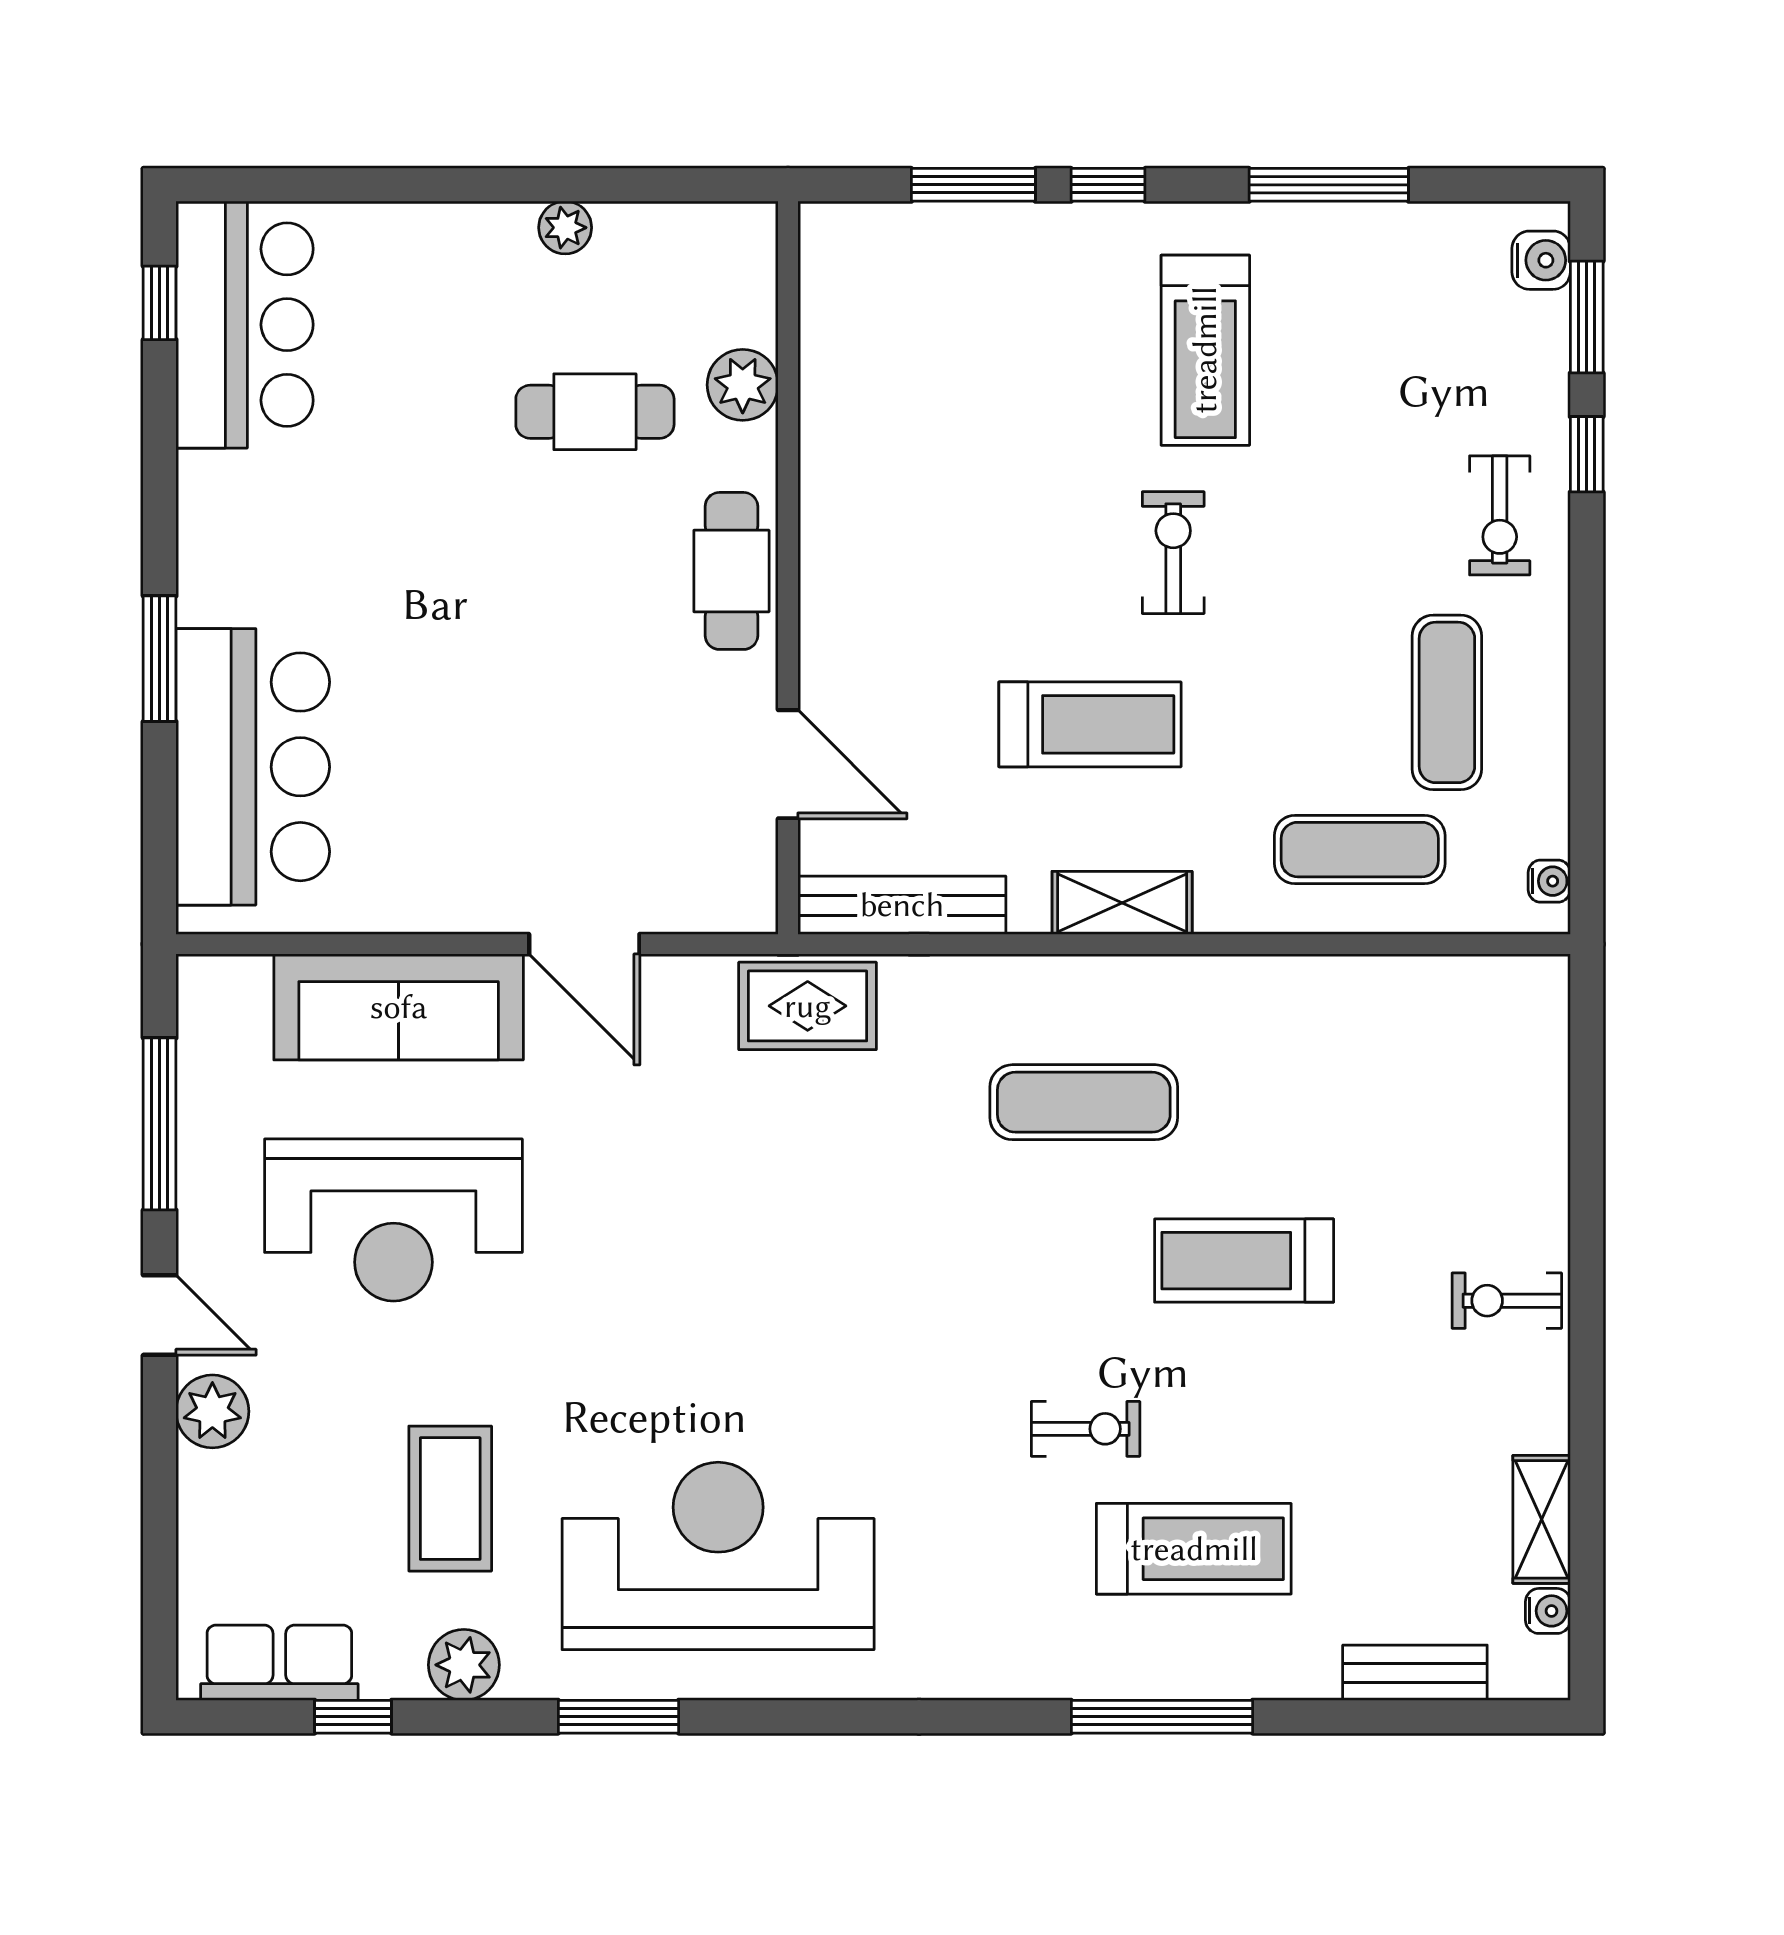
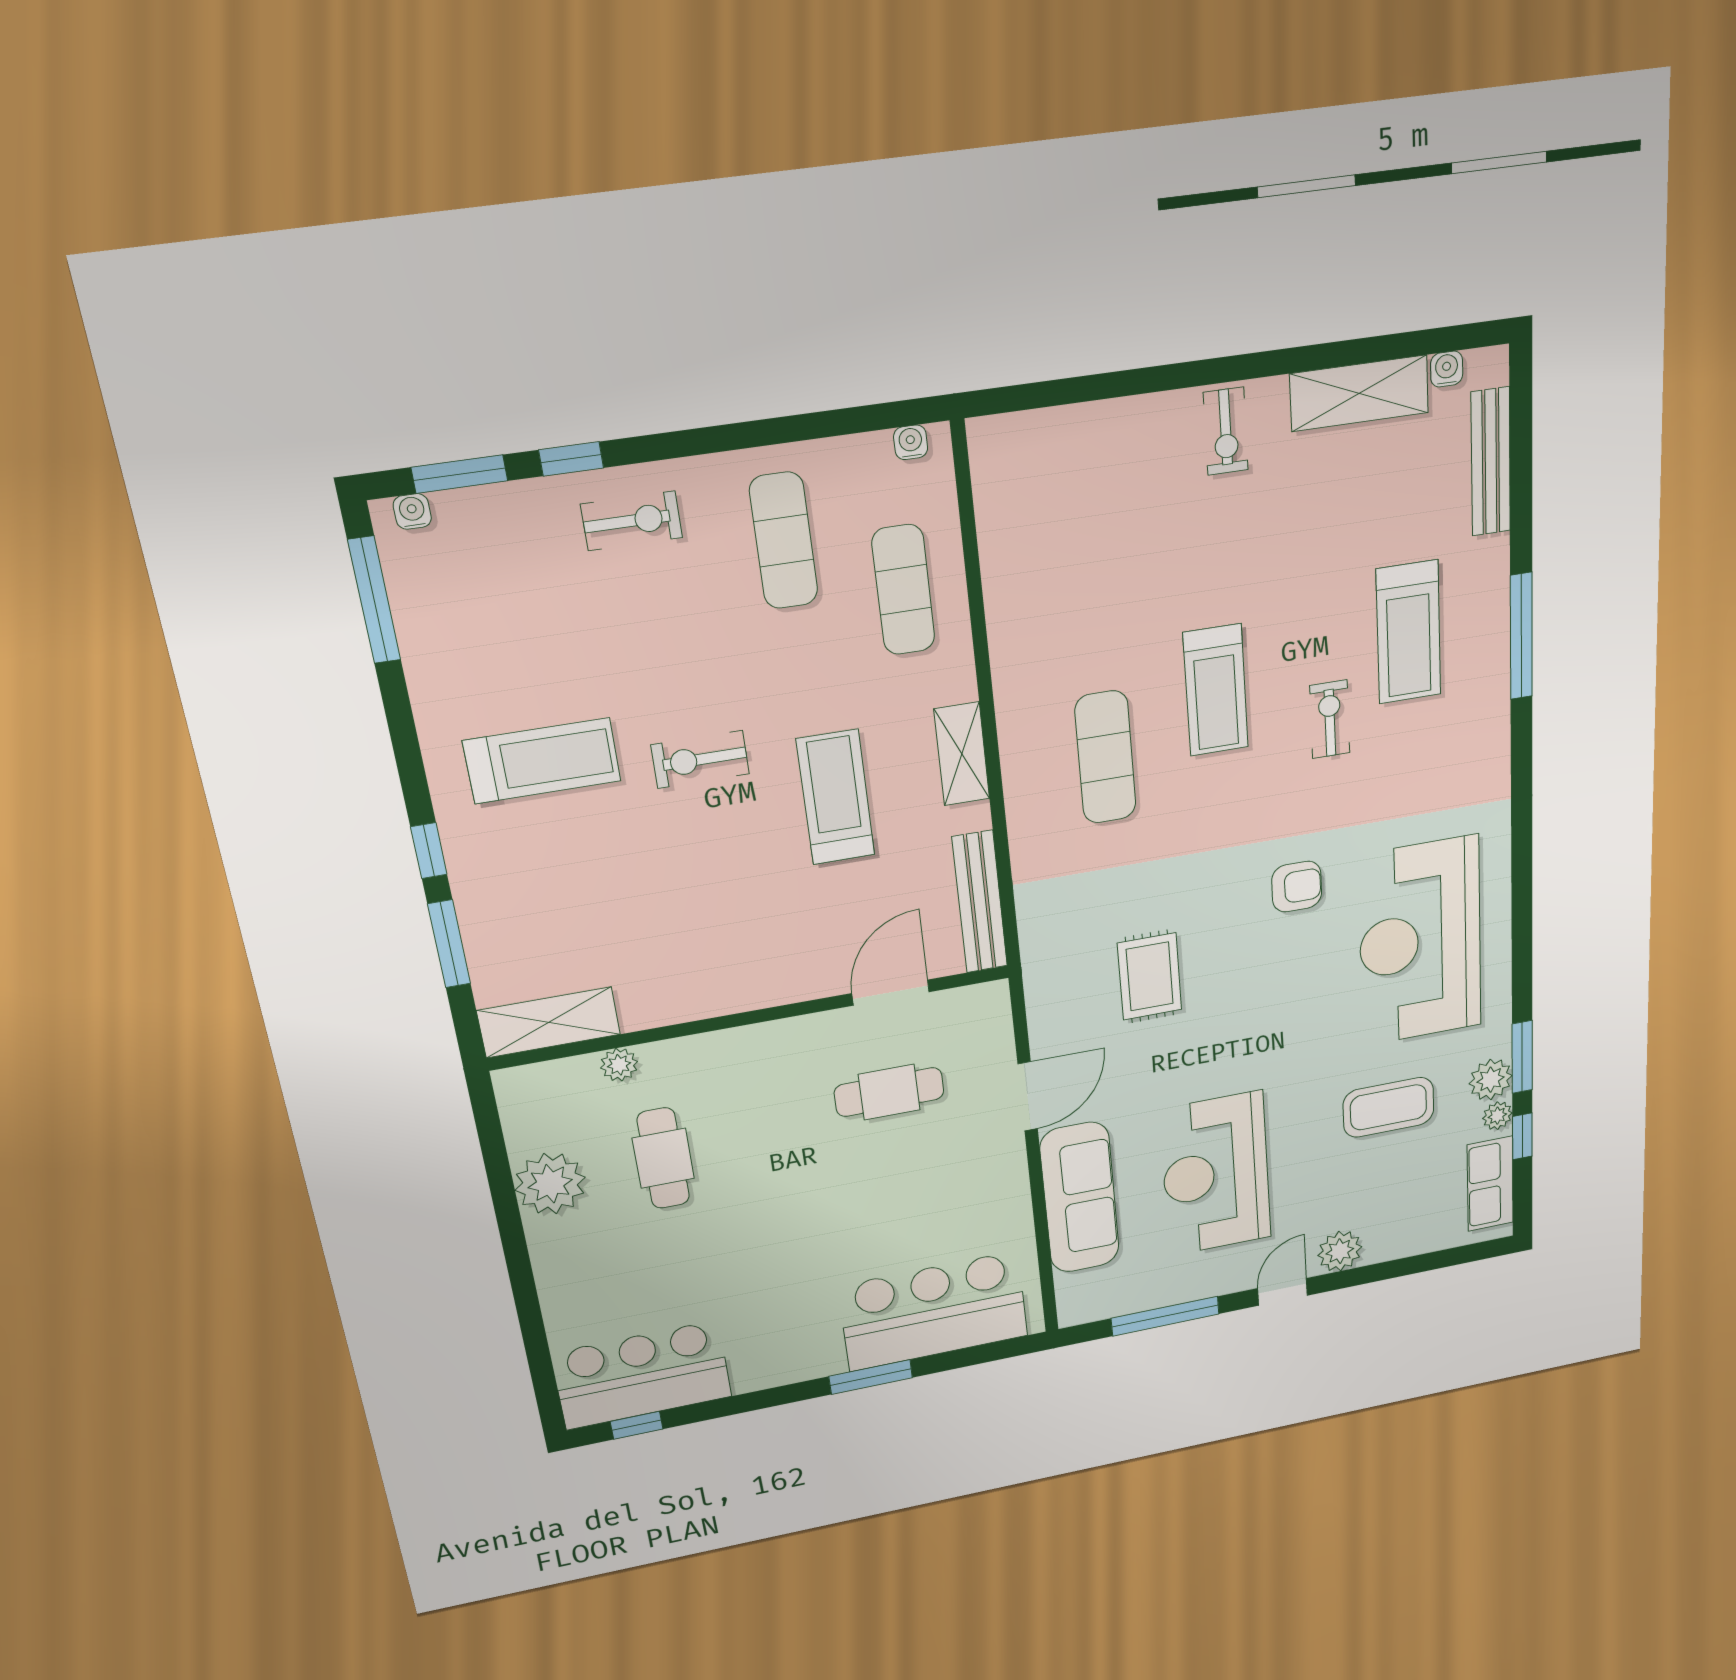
window: (1329, 185) -> (374, 600), moved
plant: (565, 228) -> (550, 1184), width x1.88, depth x1.88
water cooler: (1541, 260) -> (412, 511), width x0.72, depth x0.72
shelving: (834, 293) -> (549, 1022), added
plant: (743, 385) -> (619, 1065), width x0.73, depth x0.73
cafe table: (731, 571) -> (889, 1092), moved
exercise mat: (1447, 702) -> (784, 541), turned 90
rug: (808, 1006) -> (1150, 976), moved
reception desk: (393, 1220) -> (1216, 1174), turned 180
treadmill: (1244, 1261) -> (1216, 690), moved
armchair: (840, 1369) -> (1297, 887), added
shelving: (1542, 1519) -> (1359, 393), width x1.50, depth x1.33
treadmill: (1194, 1549) -> (1409, 632), turned 180
bench: (1415, 1673) -> (1491, 462), width x1.36
plant: (398, 1676) -> (1497, 1116), added
window: (618, 1717) -> (1522, 1057), moved

